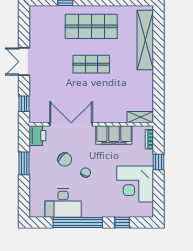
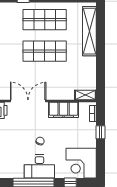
shop shelf: (91, 64) -> (45, 51), width x1.43, depth x1.36
chair: (65, 159) -> (23, 130), removed
corner desk: (135, 184) -> (81, 163), moved
desk: (63, 203) -> (39, 166), moved

